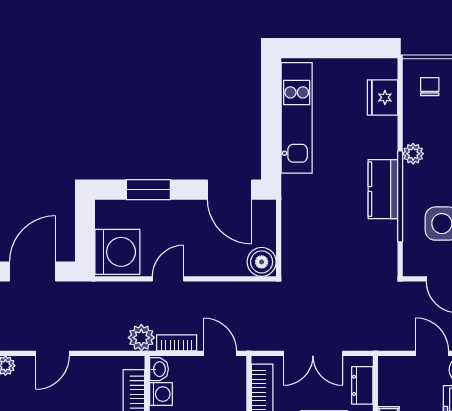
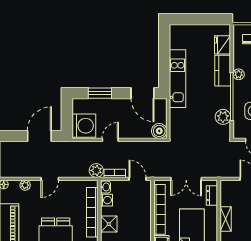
kitchen unit: (297, 118) -> (178, 79), moved
kitchen counter: (383, 189) -> (223, 71), moved
plant: (383, 235) -> (223, 117), added

